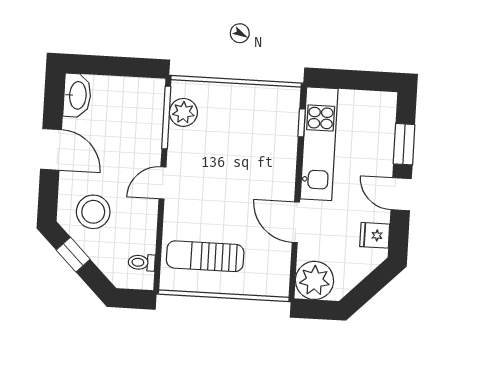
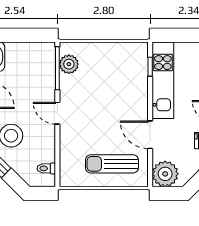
door: (162, 183) -> (57, 113), hinge flipped
sun lounger: (205, 256) -> (112, 164), moved

